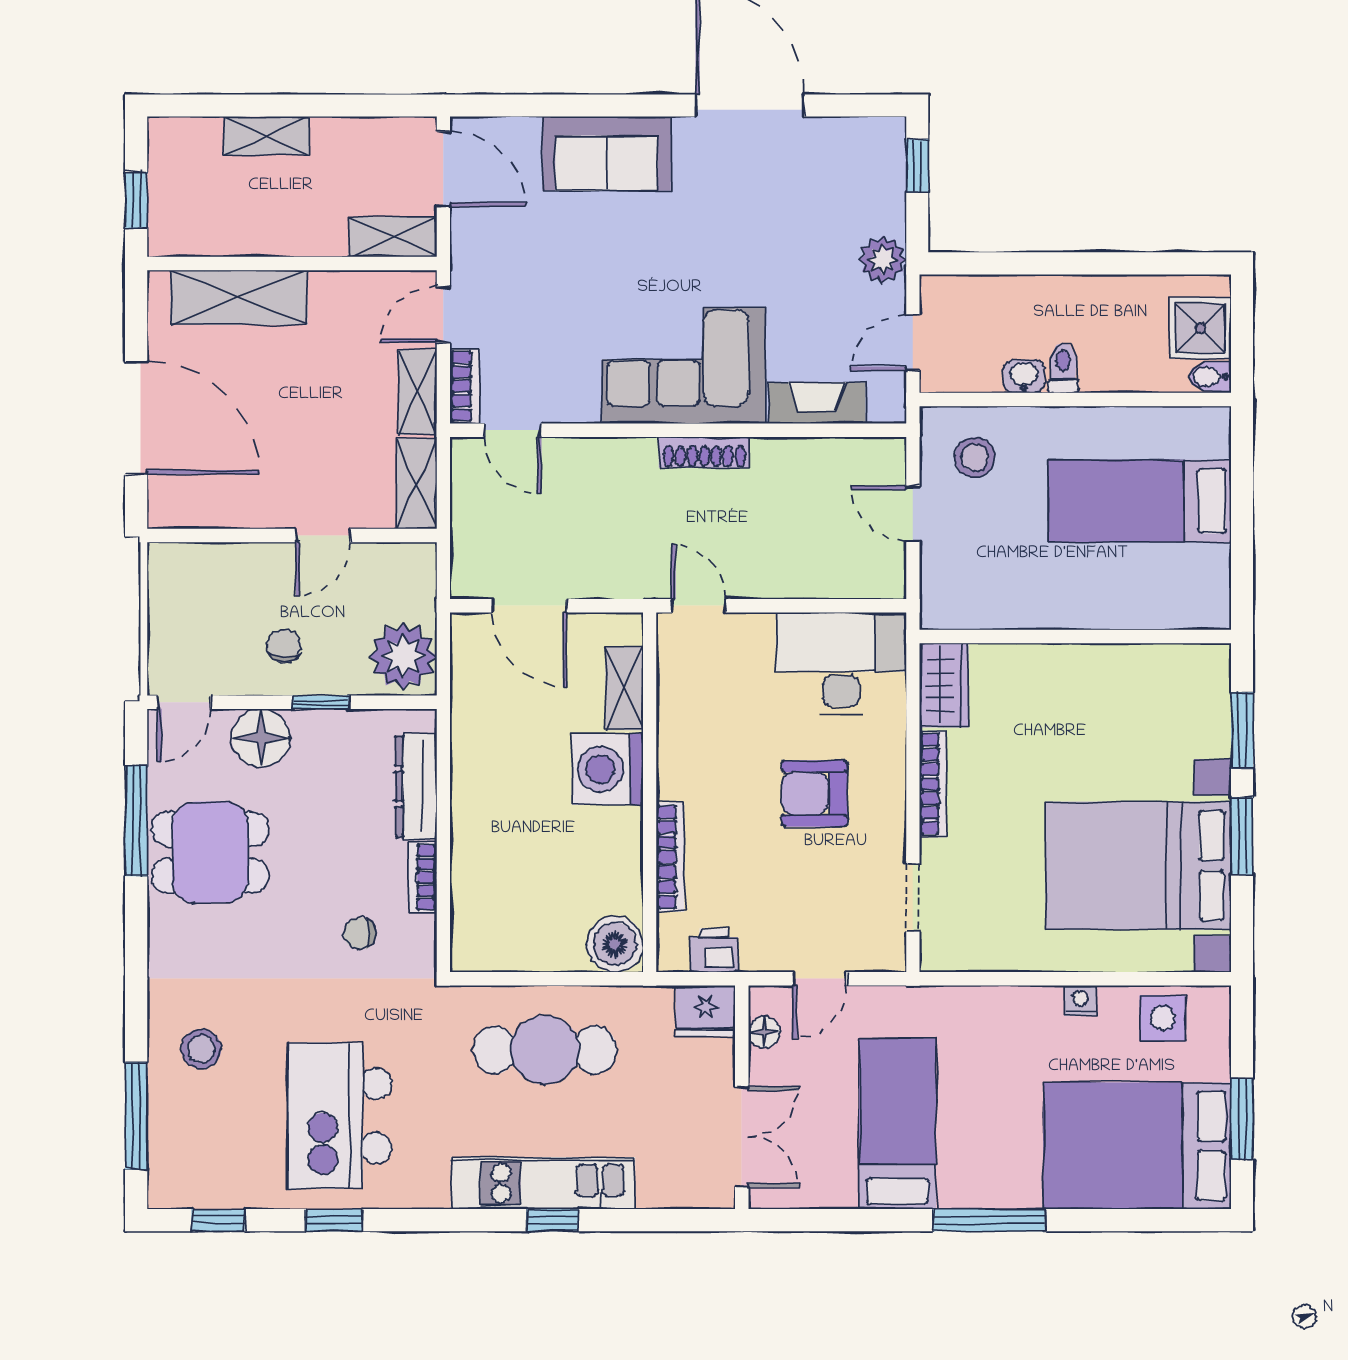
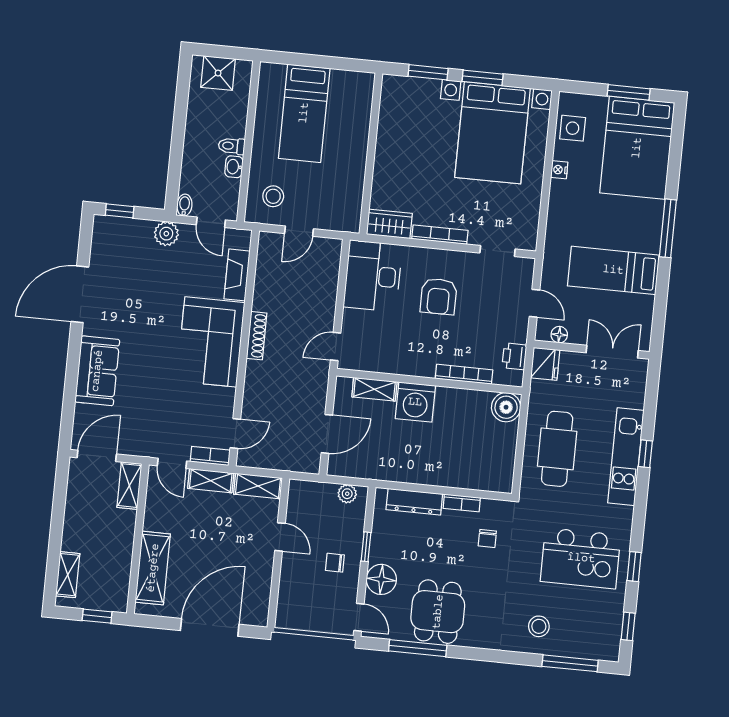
shelving: (267, 136) -> (68, 575), moved
bidet: (1210, 377) -> (184, 205), moved, turned 180
plant: (403, 656) -> (347, 494), width x0.53, depth x0.53

